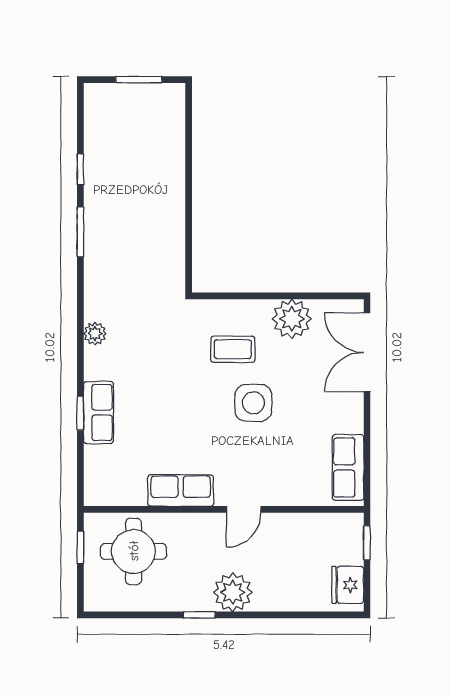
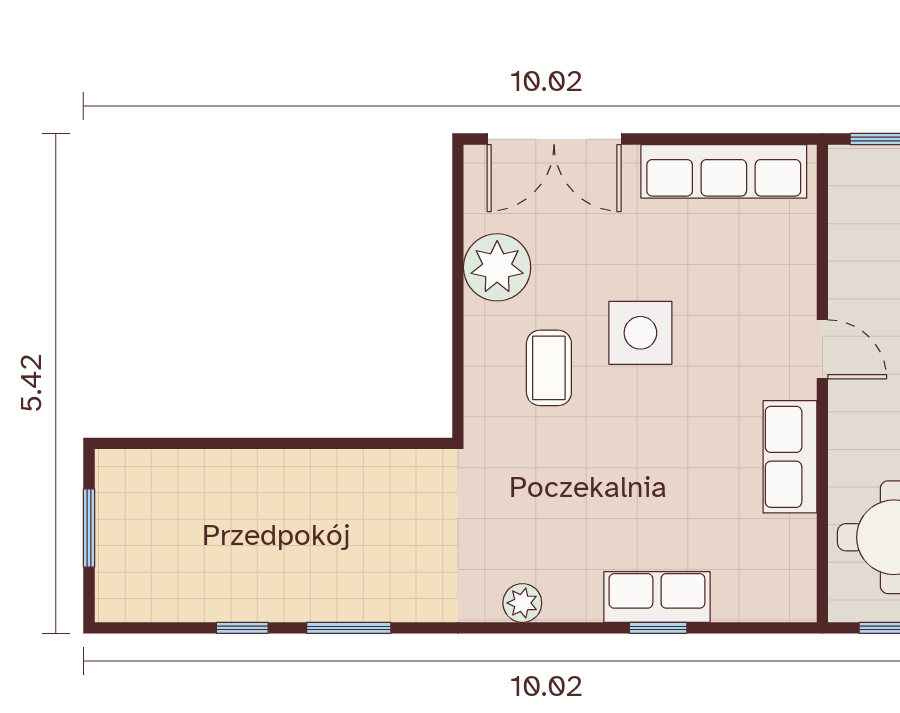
row of seats: (348, 467) -> (724, 171), width x1.48

